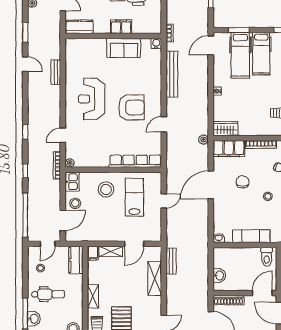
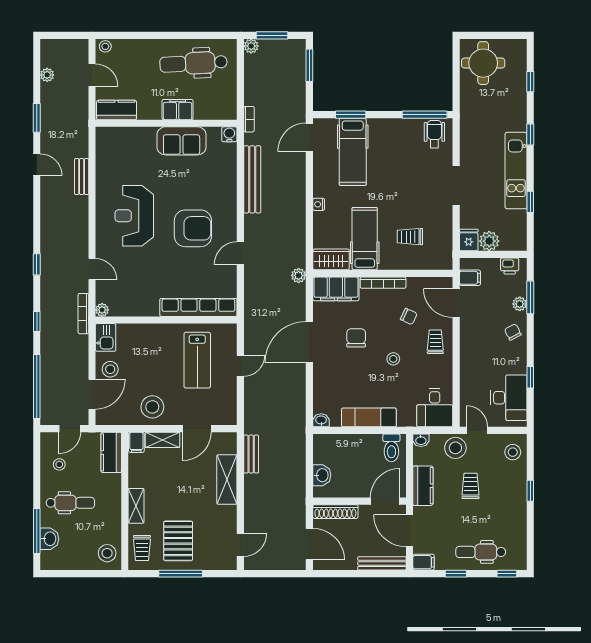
hospital bed: (261, 54) -> (365, 239), moved, turned 180
door: (63, 135) -> (92, 269), swing flipped
stool: (106, 189) -> (152, 407), moved
lab bench: (134, 197) -> (197, 360), turned 180

